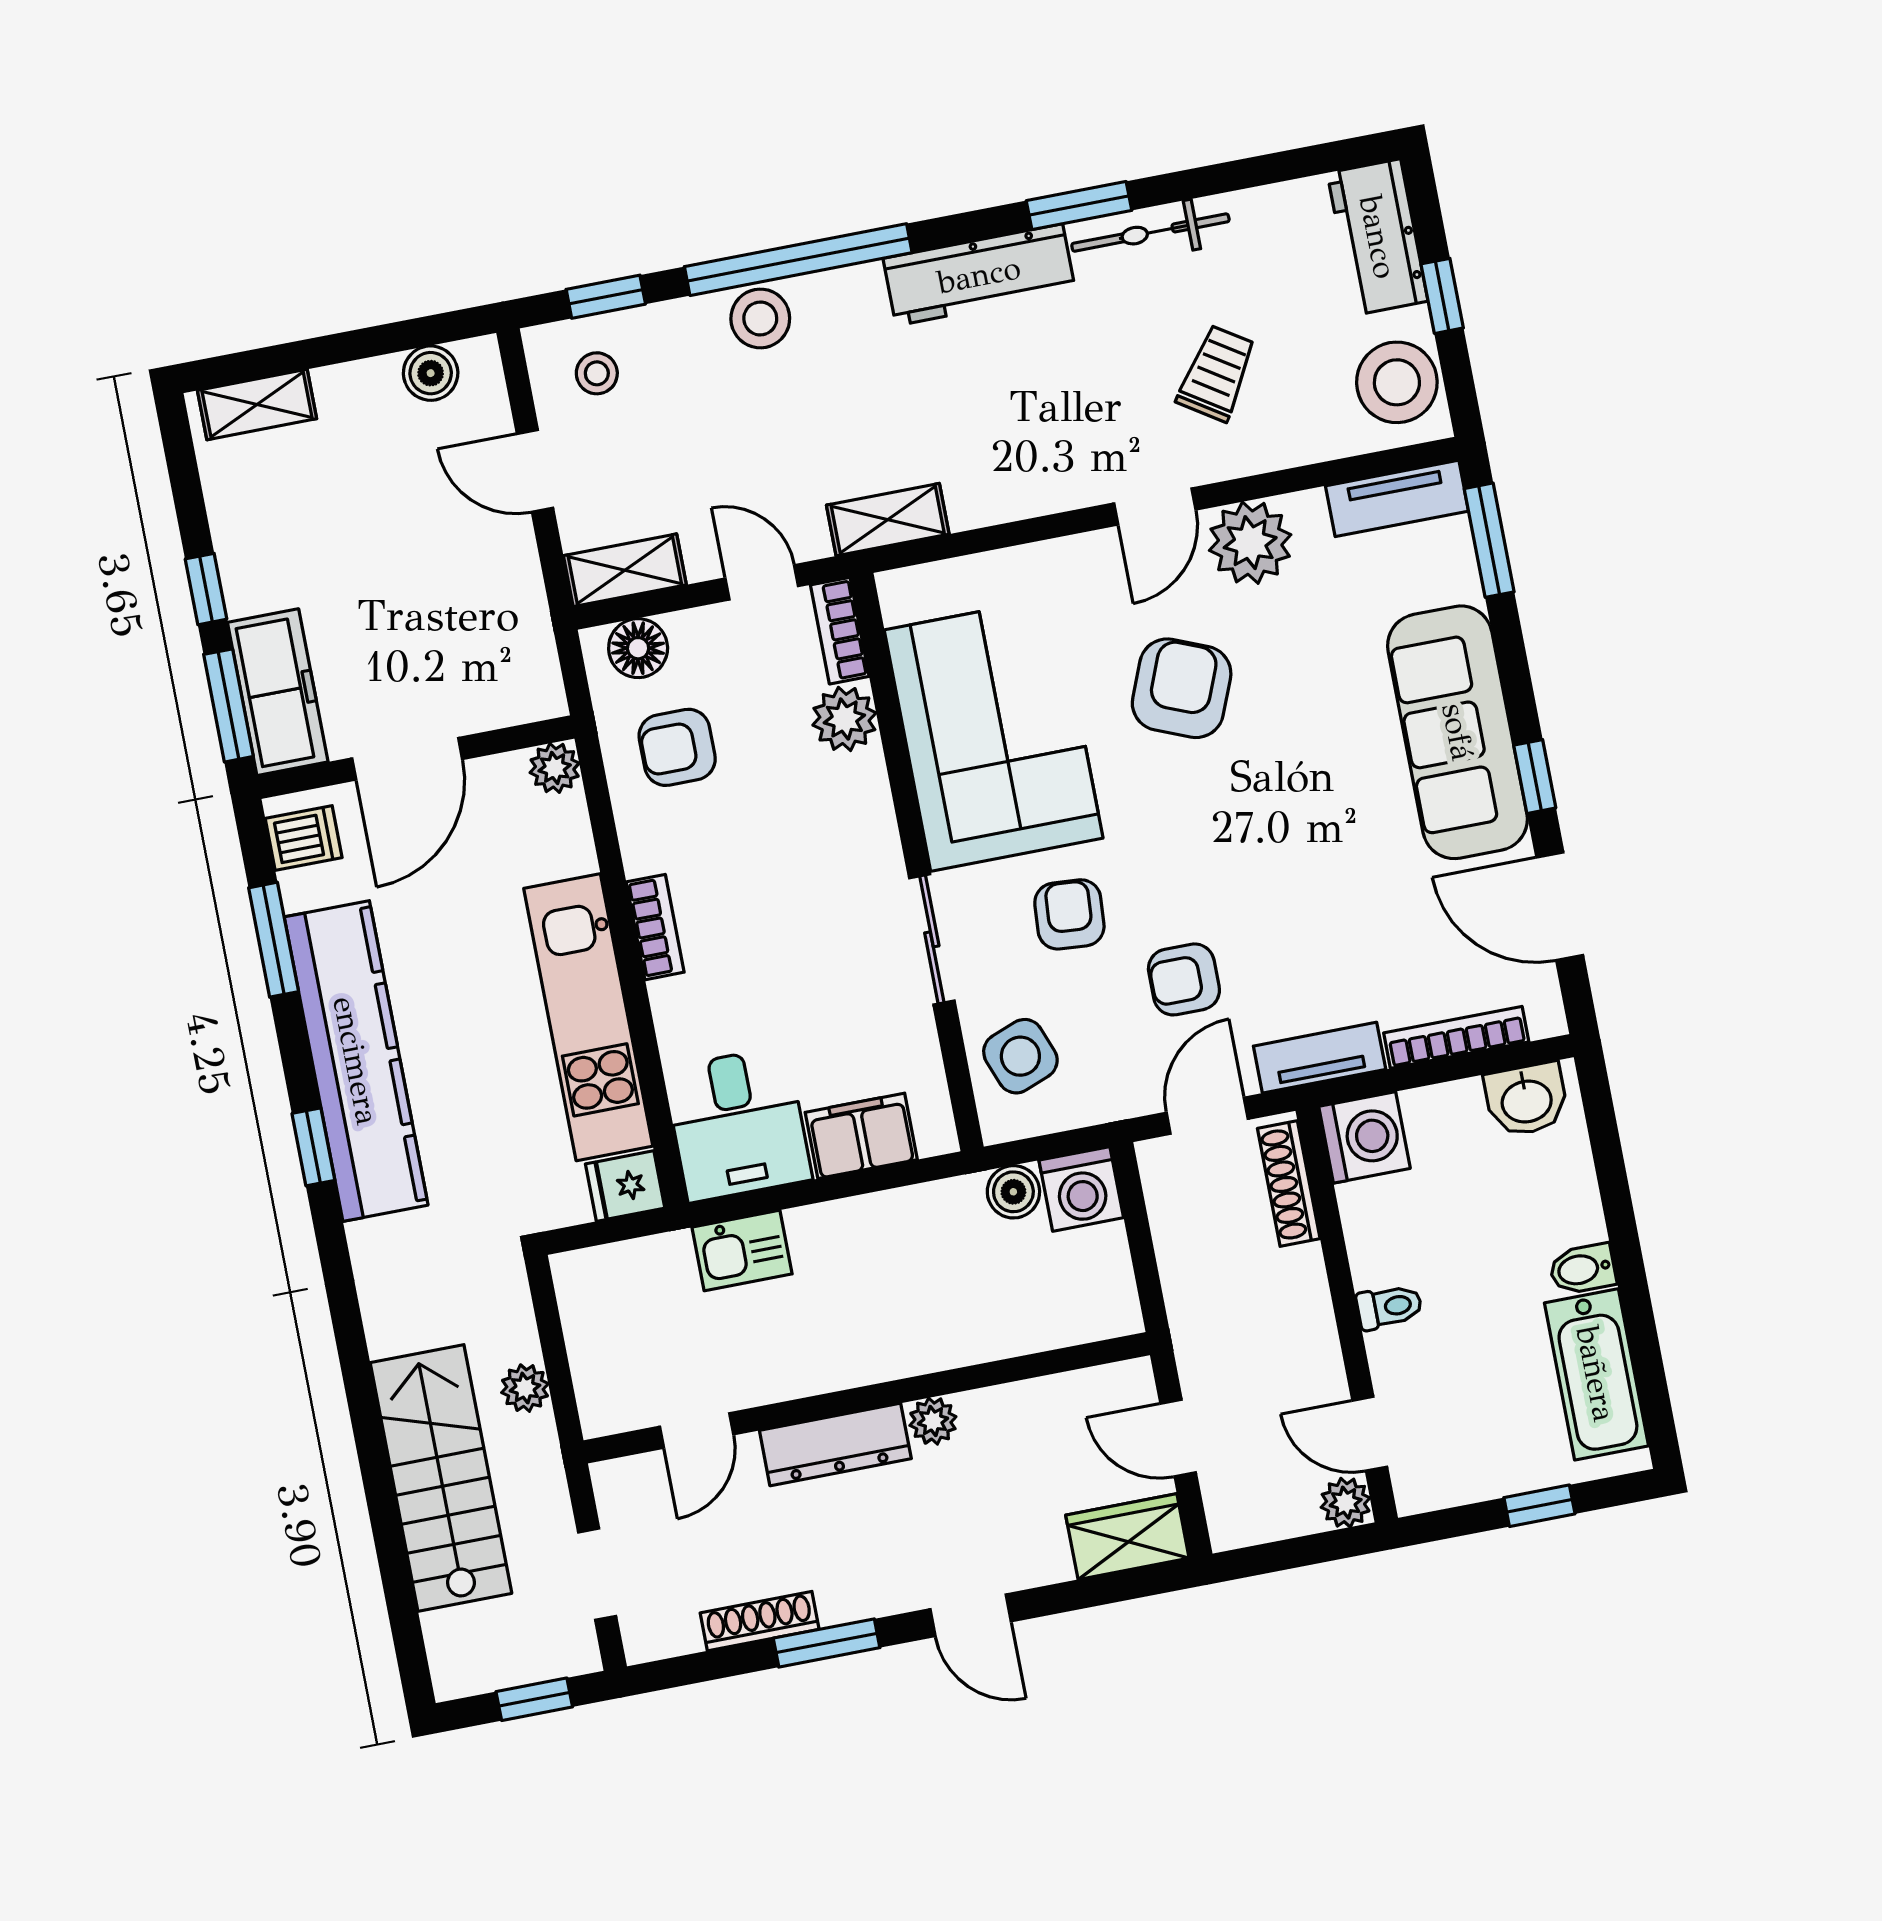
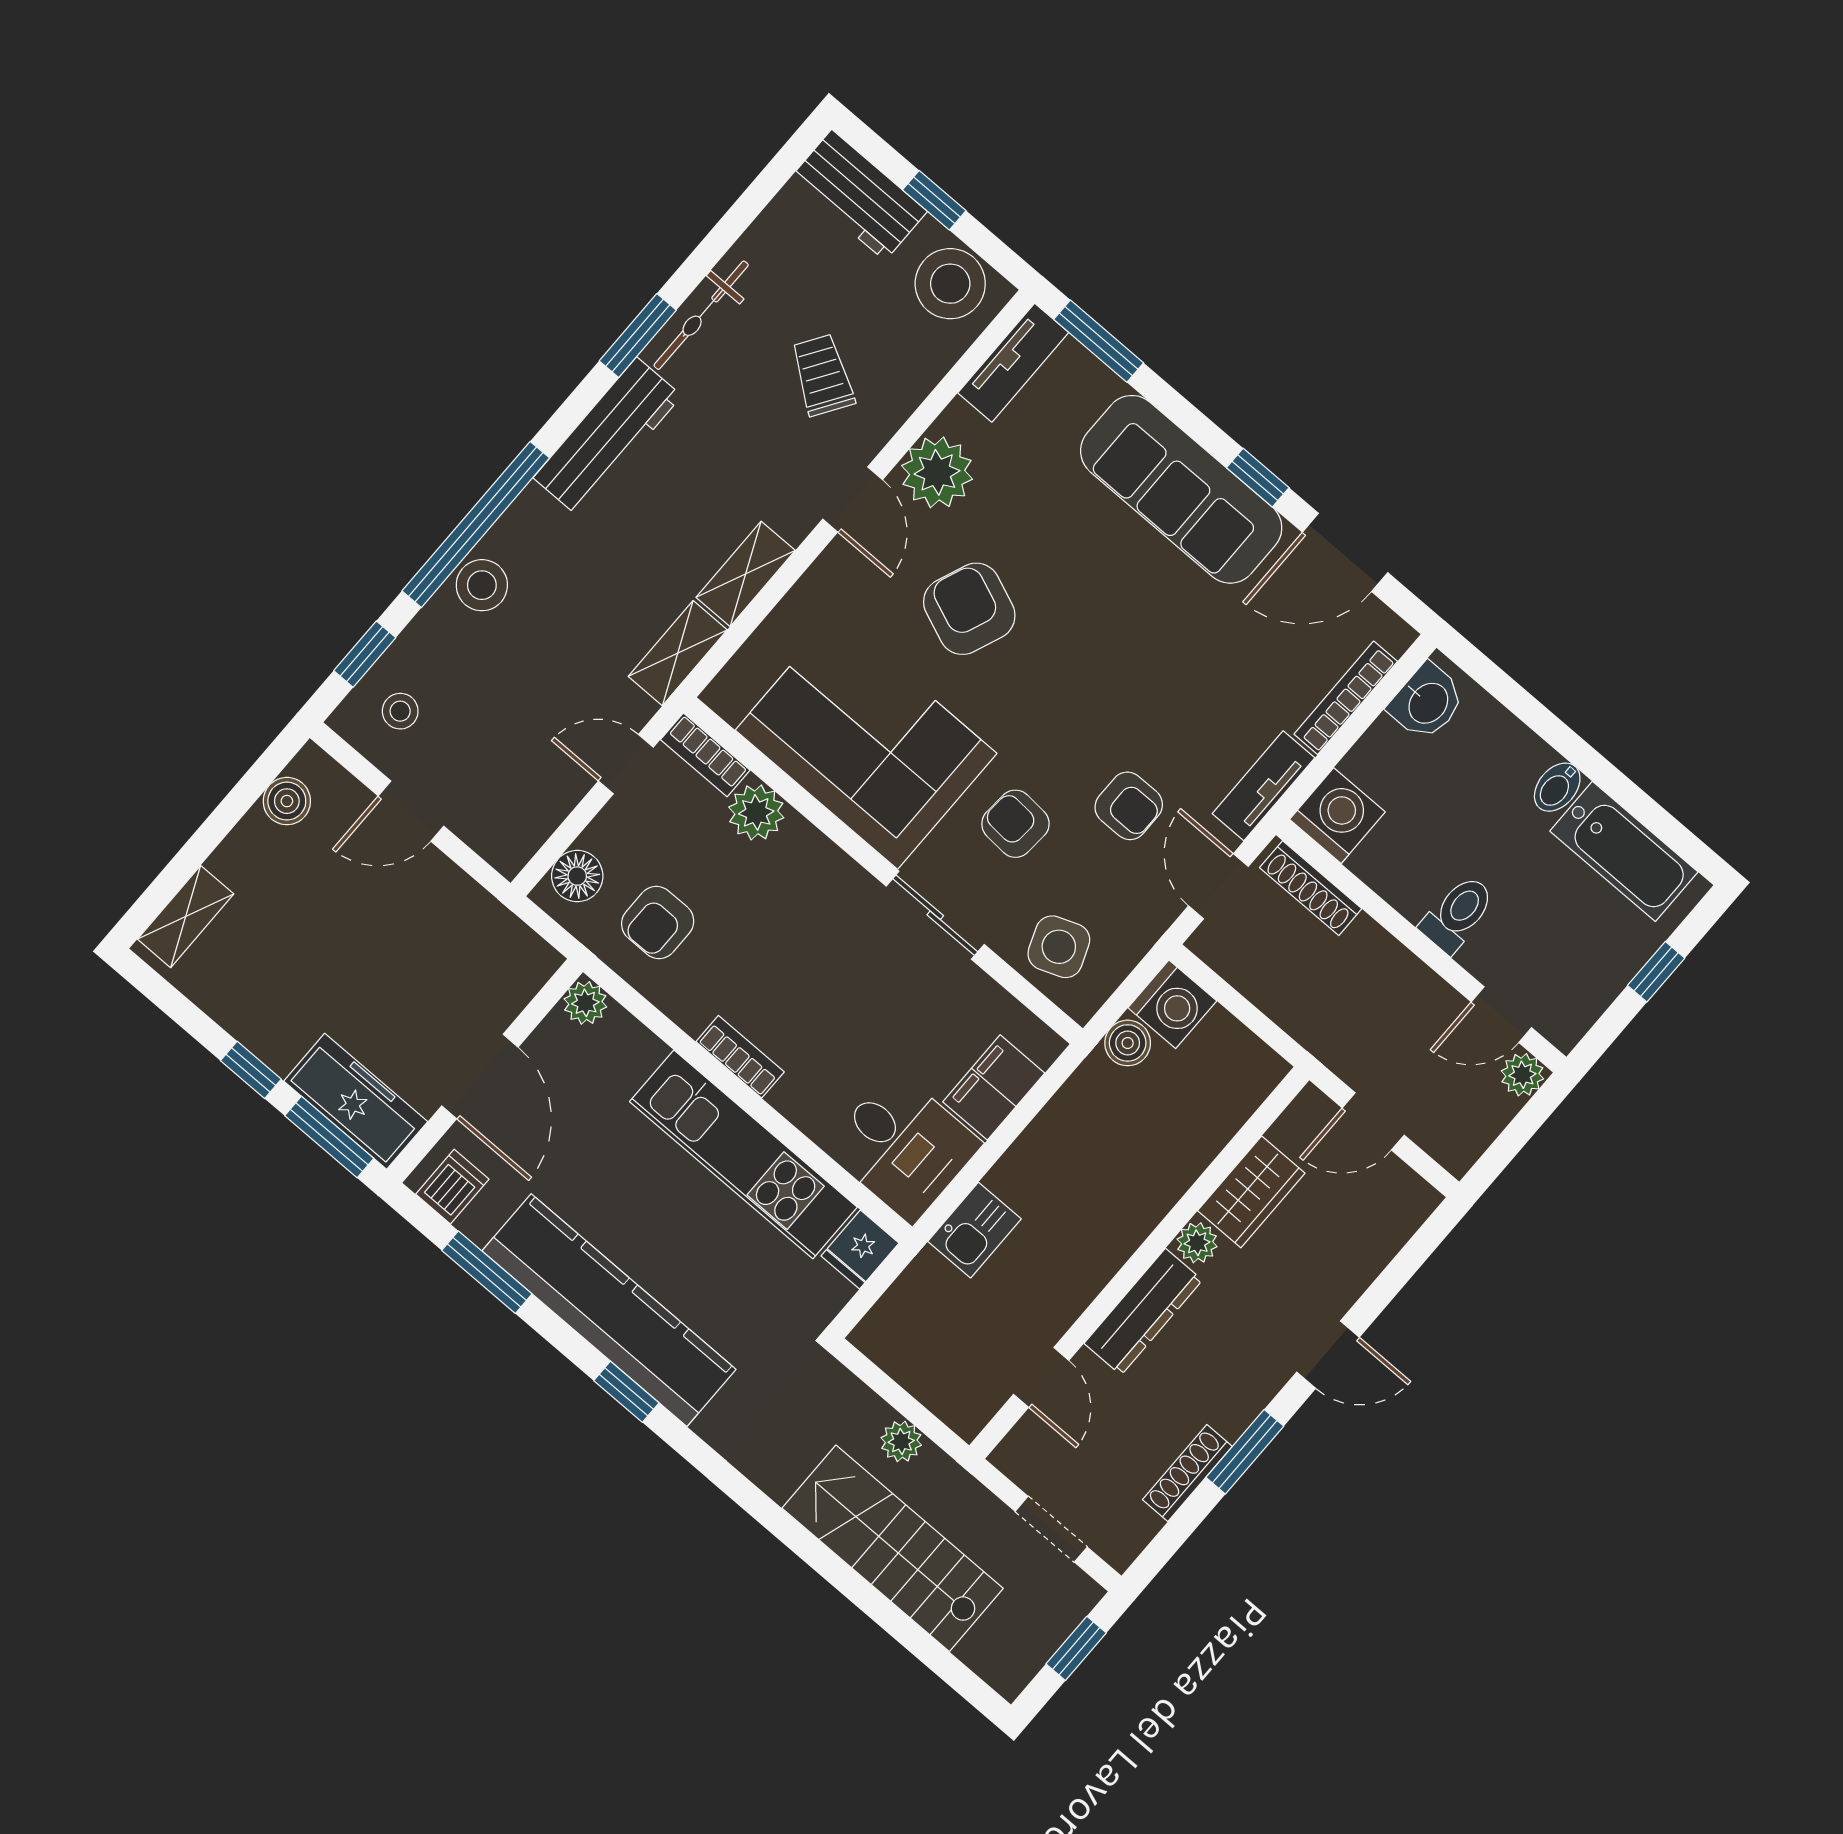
shelving: (625, 570) -> (746, 574), moved
armchair: (1184, 979) -> (1129, 806), turned -90
toilet: (1389, 1307) -> (1458, 914), width x1.37, depth x1.39
wardrobe: (1127, 1537) -> (1251, 1192), moved, turned 180

